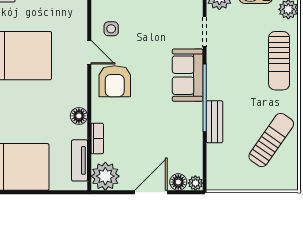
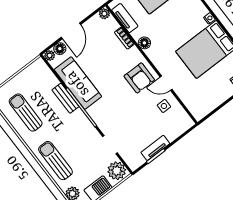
sofa: (188, 75) -> (78, 83), moved, width x1.36
armchair: (115, 81) -> (139, 78), turned 180
sun lounger: (271, 140) -> (26, 112), turned 145
plant: (105, 176) -> (104, 14), width x0.53, depth x0.53

